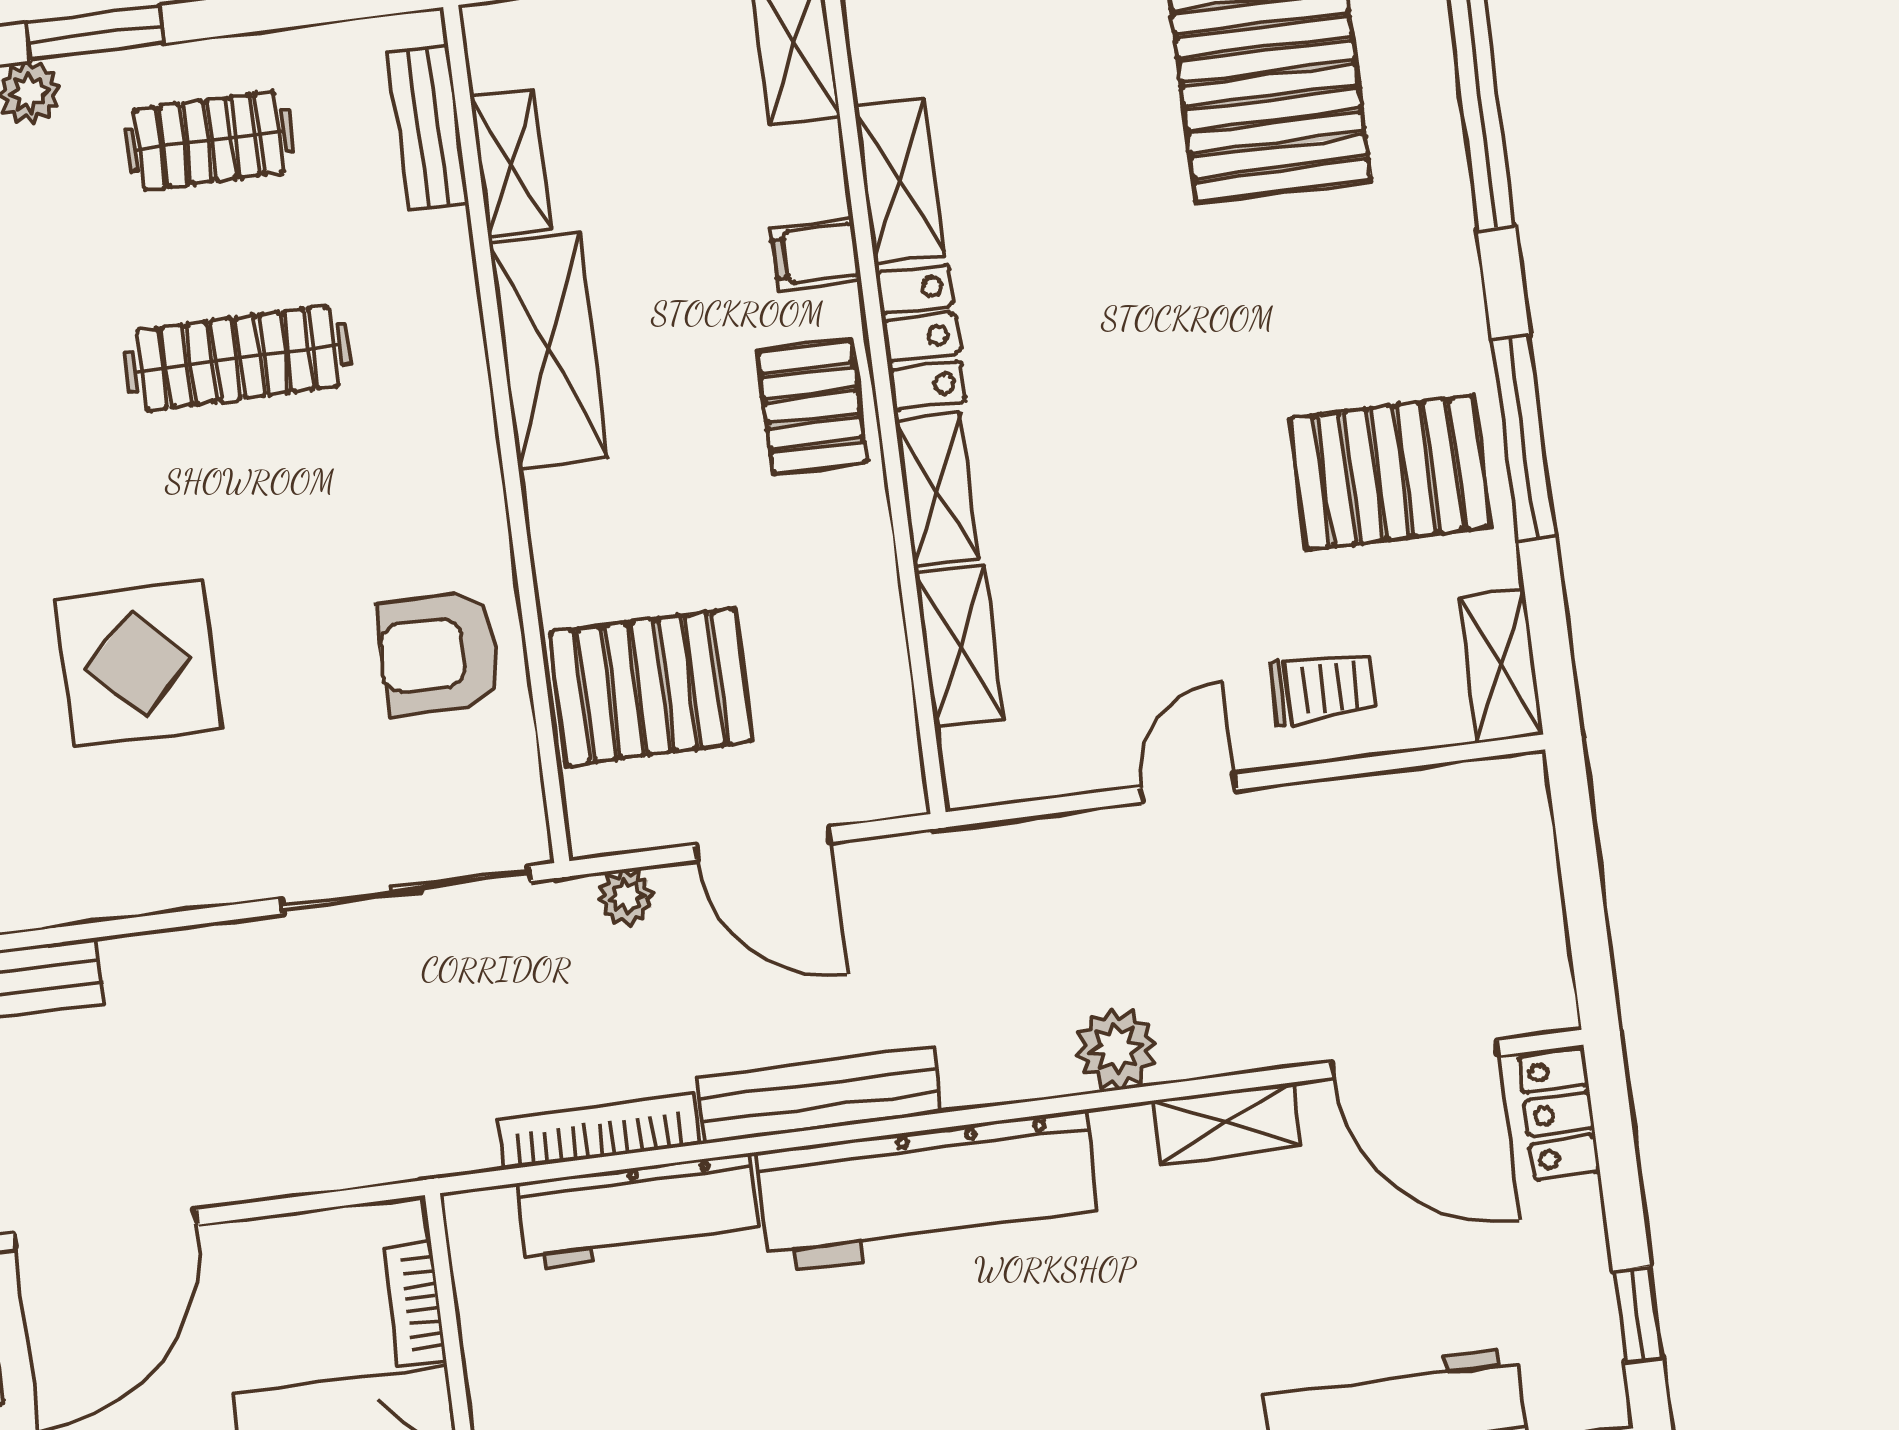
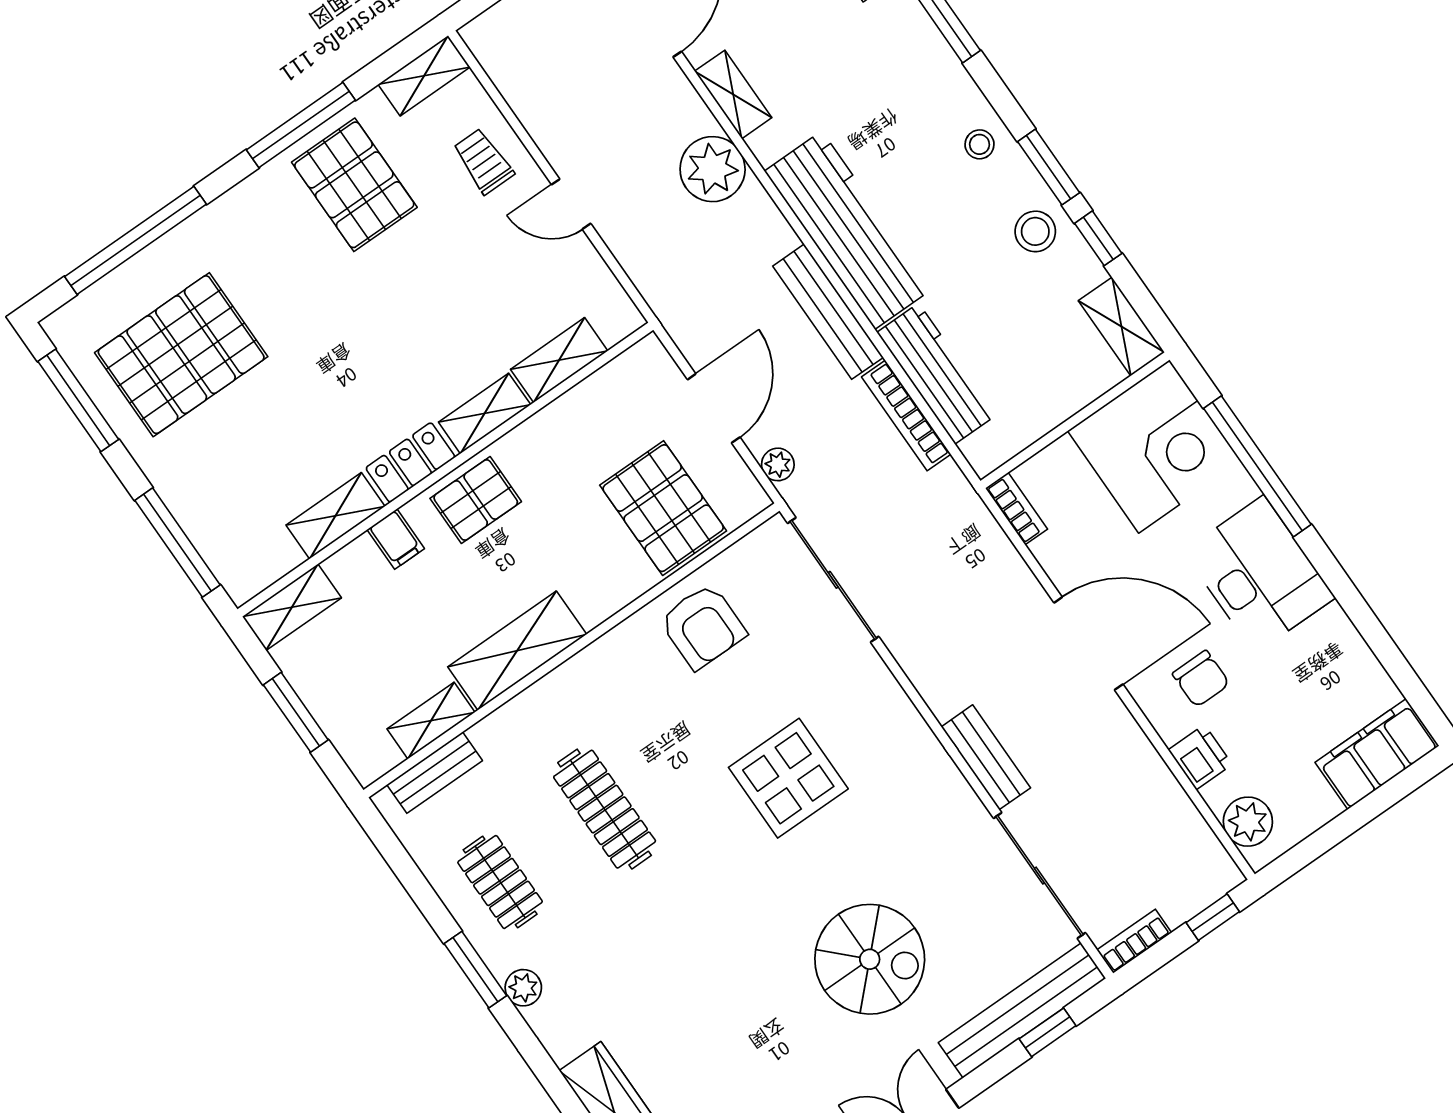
plant: (1116, 1049) -> (713, 169), width x1.36, depth x1.36
bookcase: (415, 1304) -> (1016, 509), moved, turned -90

